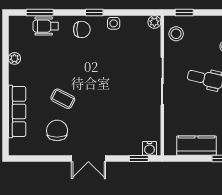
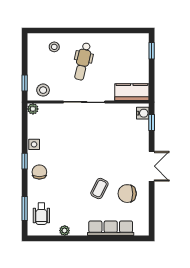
wheelchair: (46, 26) -> (41, 214), moved
kitchen counter: (196, 146) -> (132, 92), moved, turned 90

